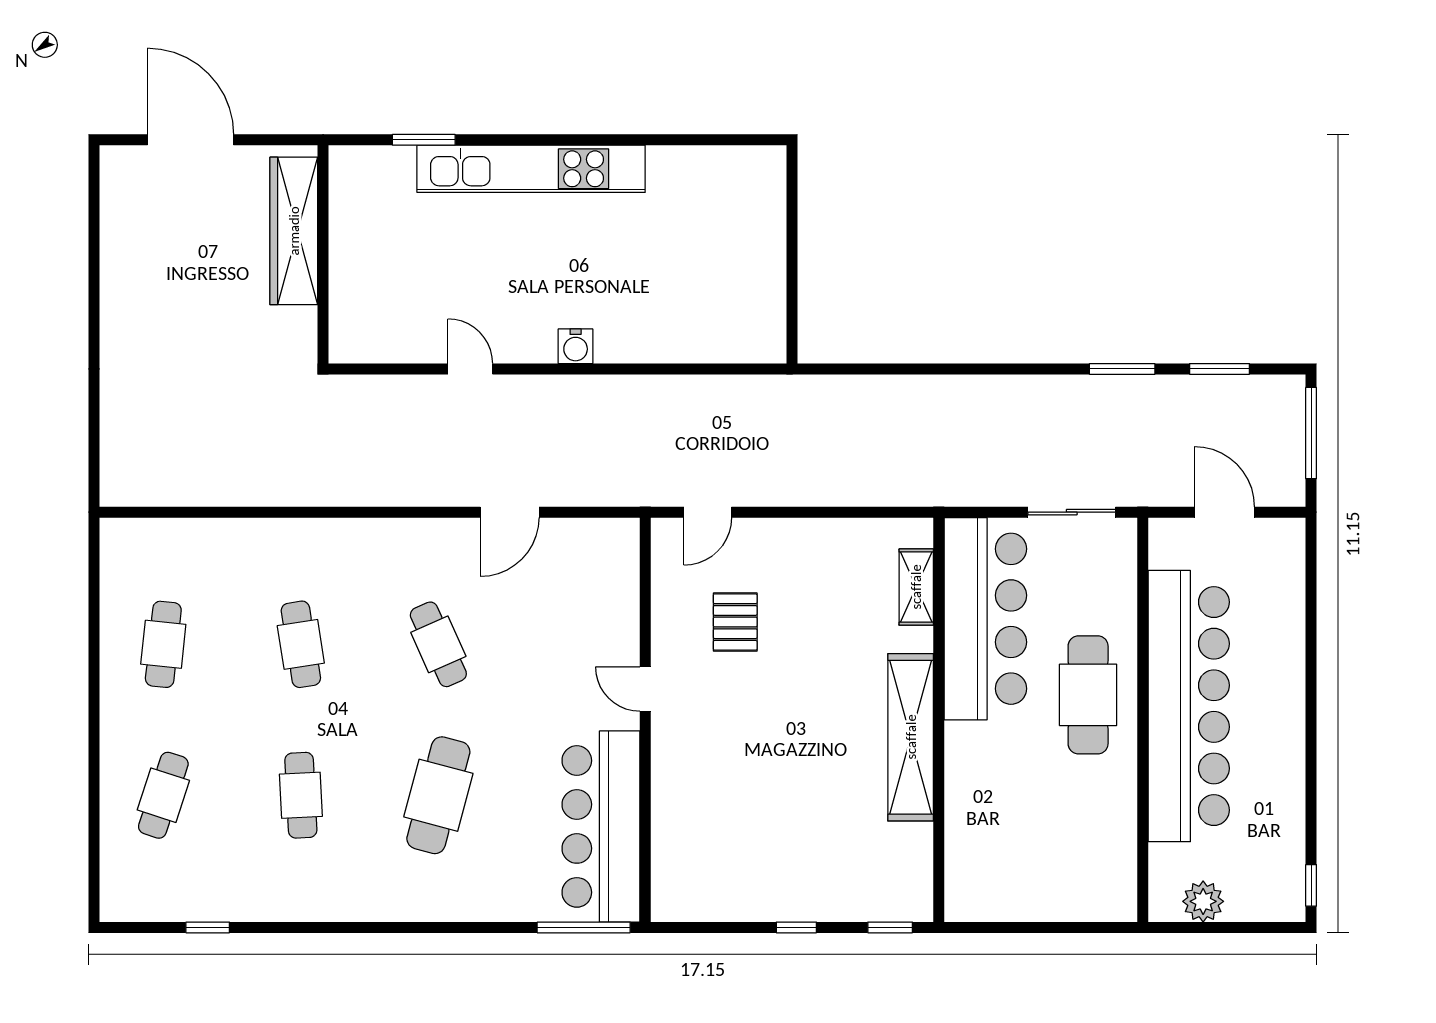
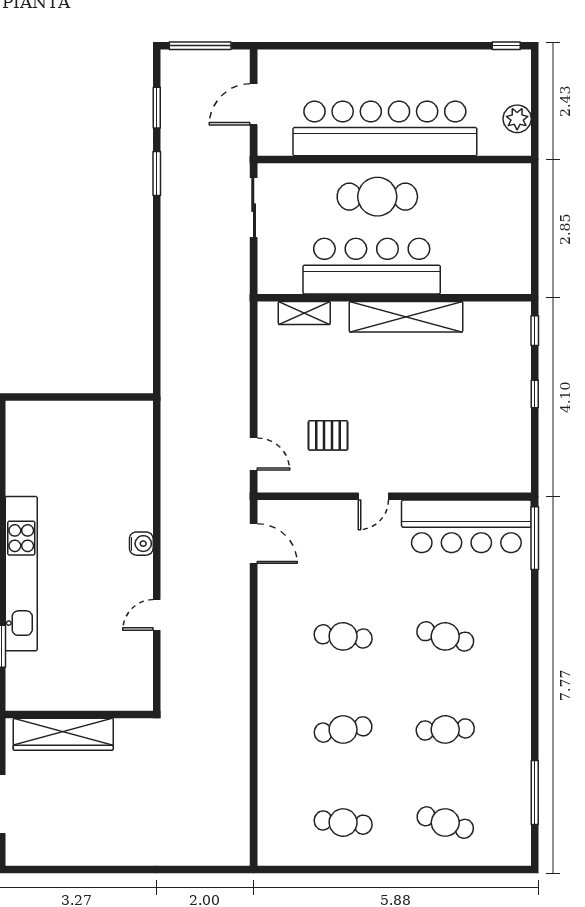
door: (510, 512) -> (254, 544), moved
bar counter: (985, 619) -> (372, 266), moved
cafe table: (438, 644) -> (343, 636), turned 30
cafe table: (438, 795) -> (445, 636), width x0.73, depth x0.74
window: (208, 927) -> (535, 793), width x2.17

